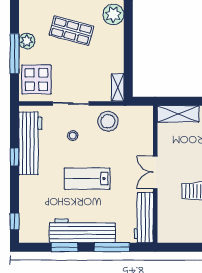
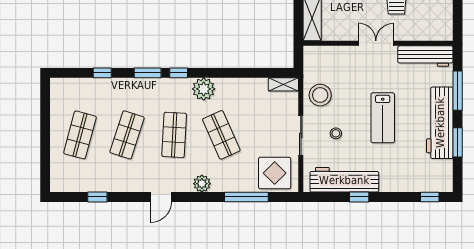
shop shelf: (71, 31) -> (221, 135), turned -39
plant: (27, 41) -> (202, 184), moved
double door: (155, 172) -> (376, 43), swing flipped

